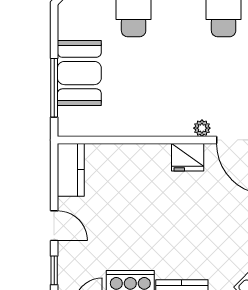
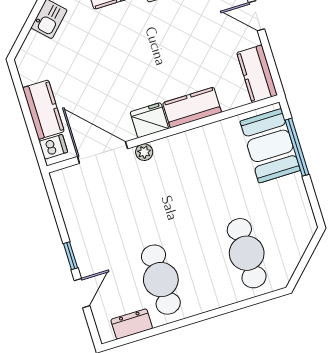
booth: (79, 73) -> (270, 146), moved
kitchen counter: (143, 157) -> (192, 108), added

